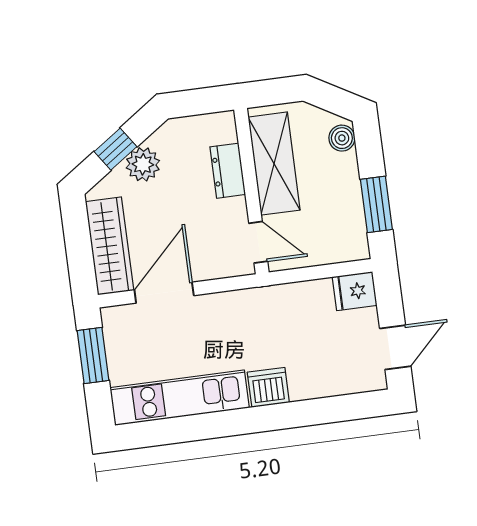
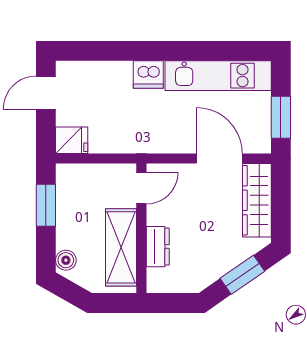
window: (115, 149) -> (242, 275), width x1.50
plant: (143, 164) -> (223, 260), removed
door: (258, 242) -> (141, 188), swing flipped
door: (164, 293) -> (219, 159), swing flipped

